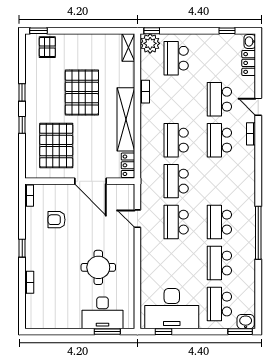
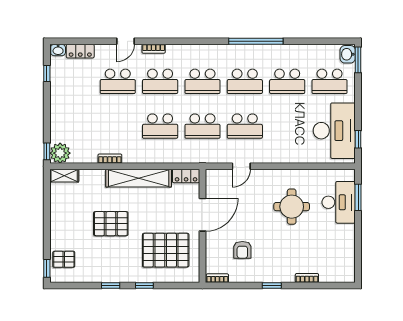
school desk: (176, 58) -> (202, 81), moved
pallet: (82, 93) -> (111, 224), width x0.73, depth x0.71

